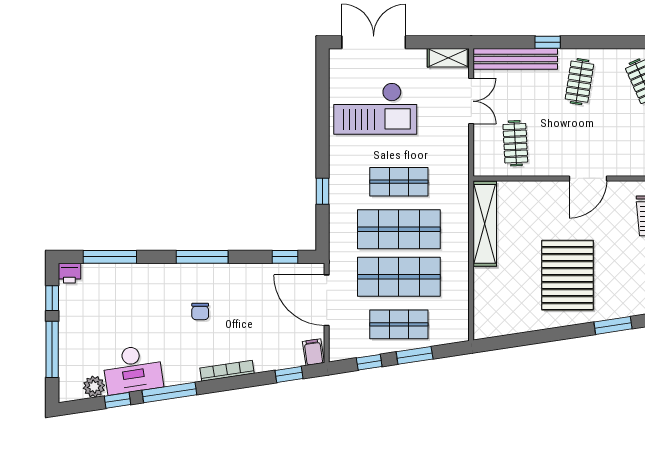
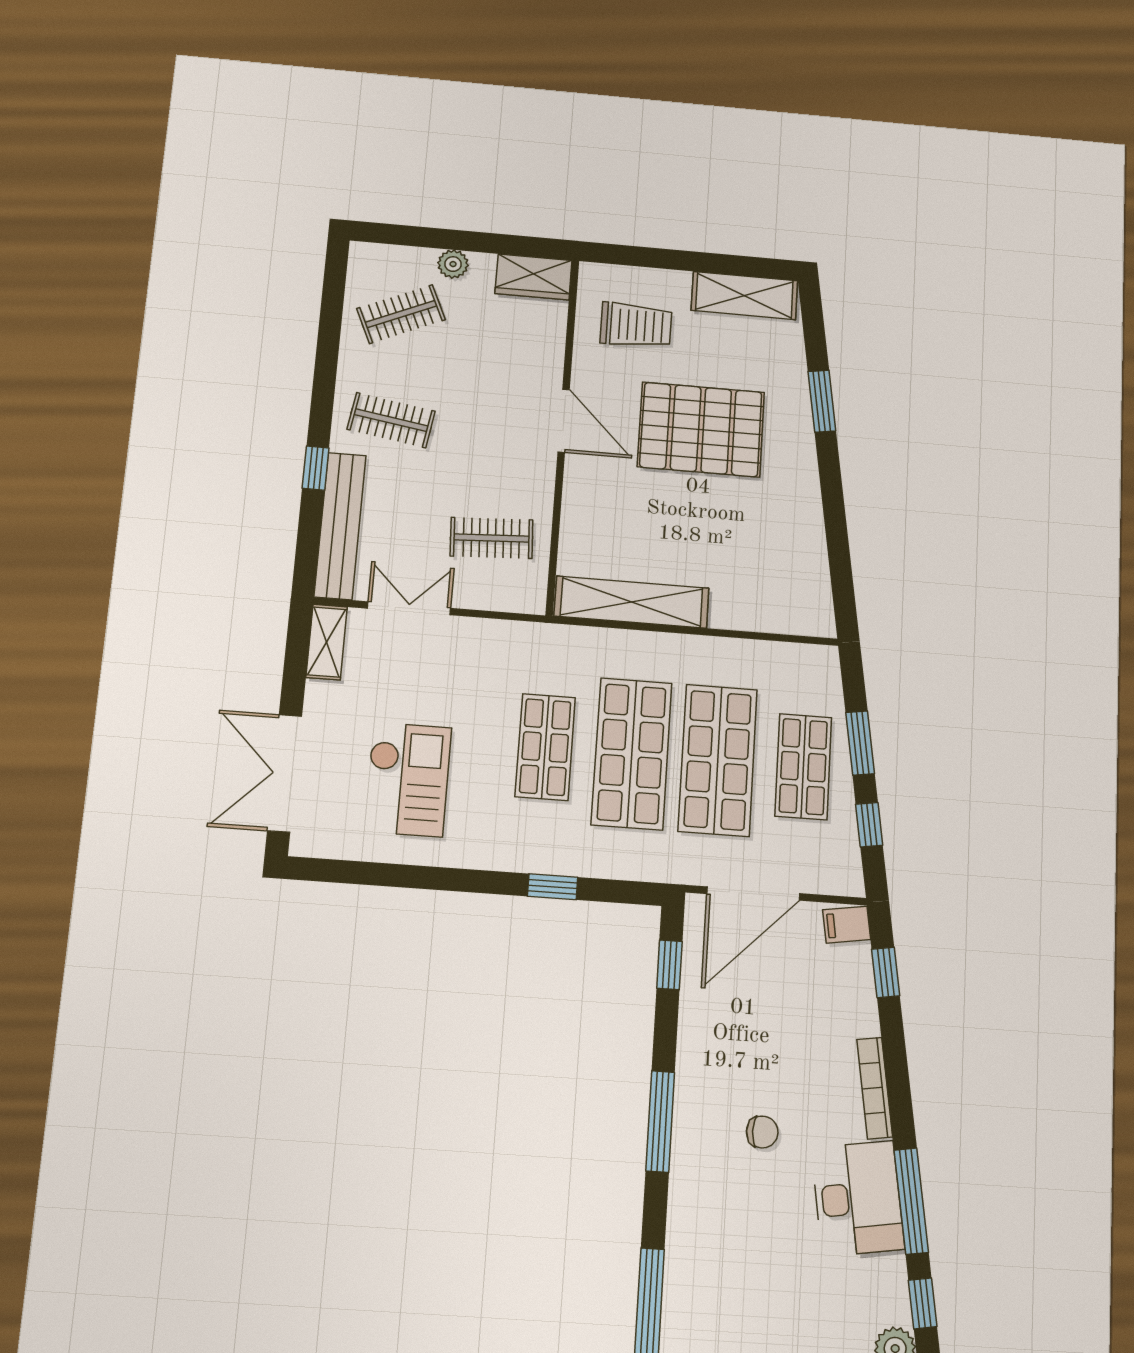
checkout: (375, 109) -> (408, 779), width x0.73, depth x0.83
pallet: (568, 275) -> (701, 429), moved
desk: (133, 369) -> (858, 1198), moved

